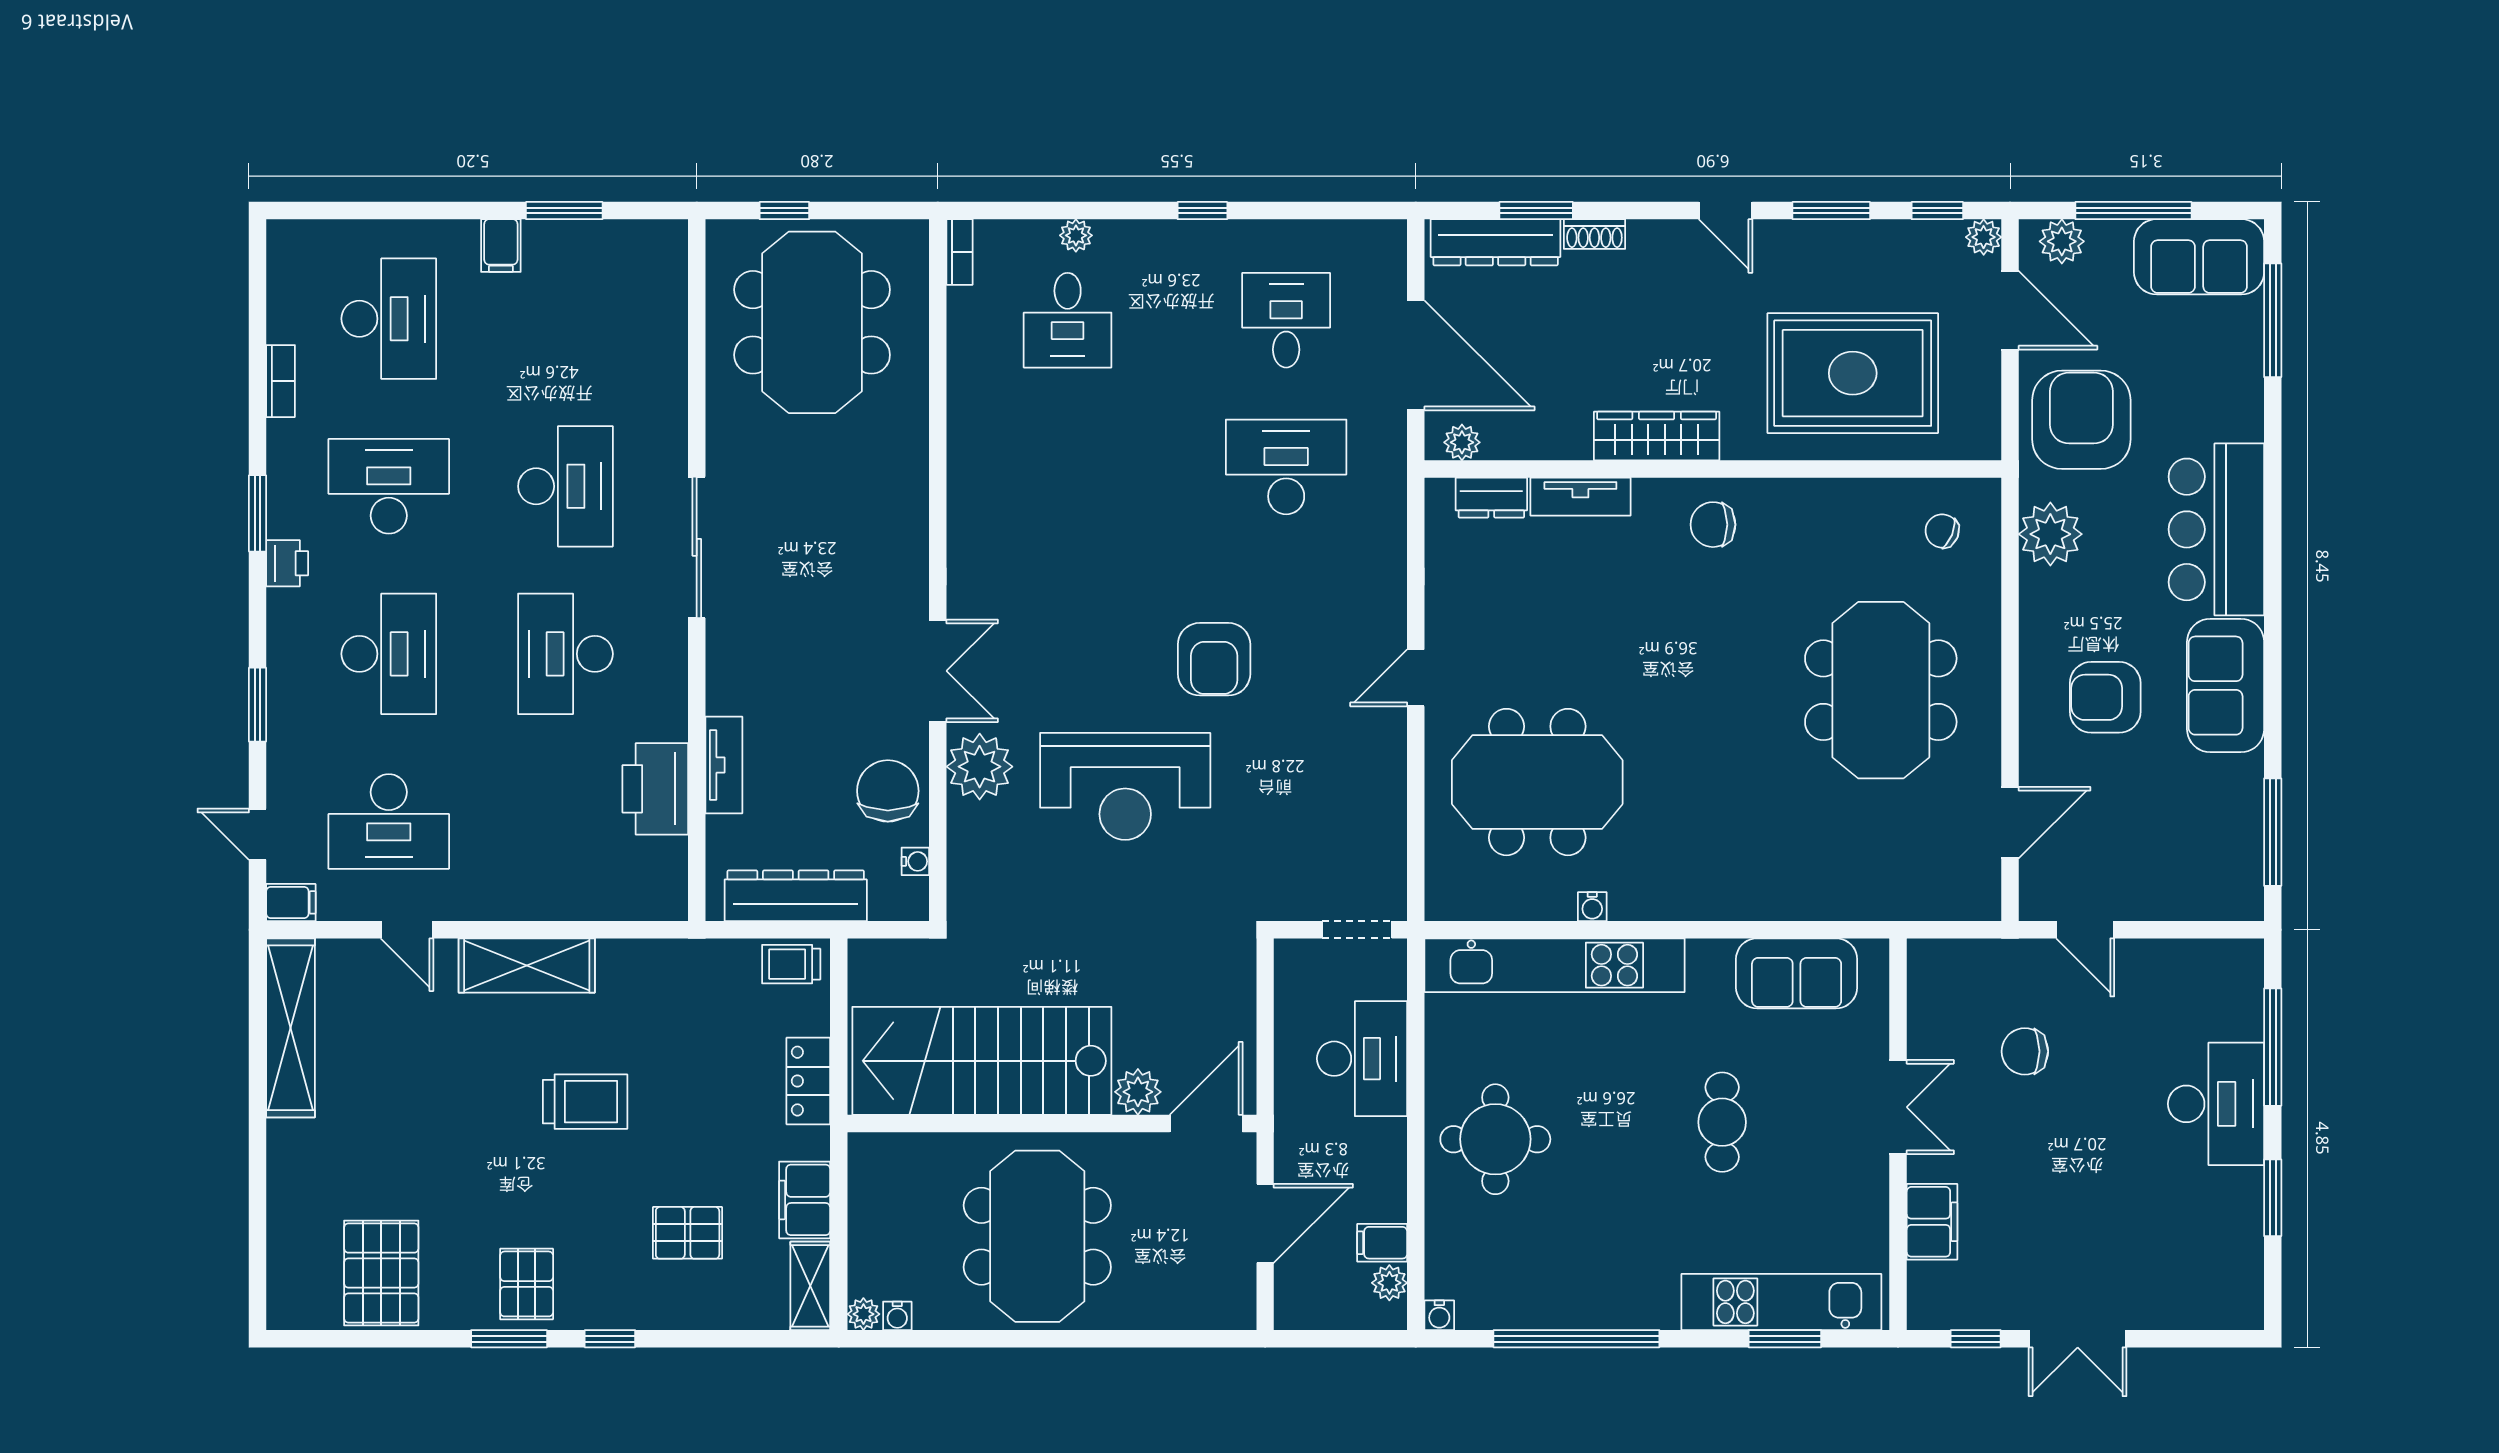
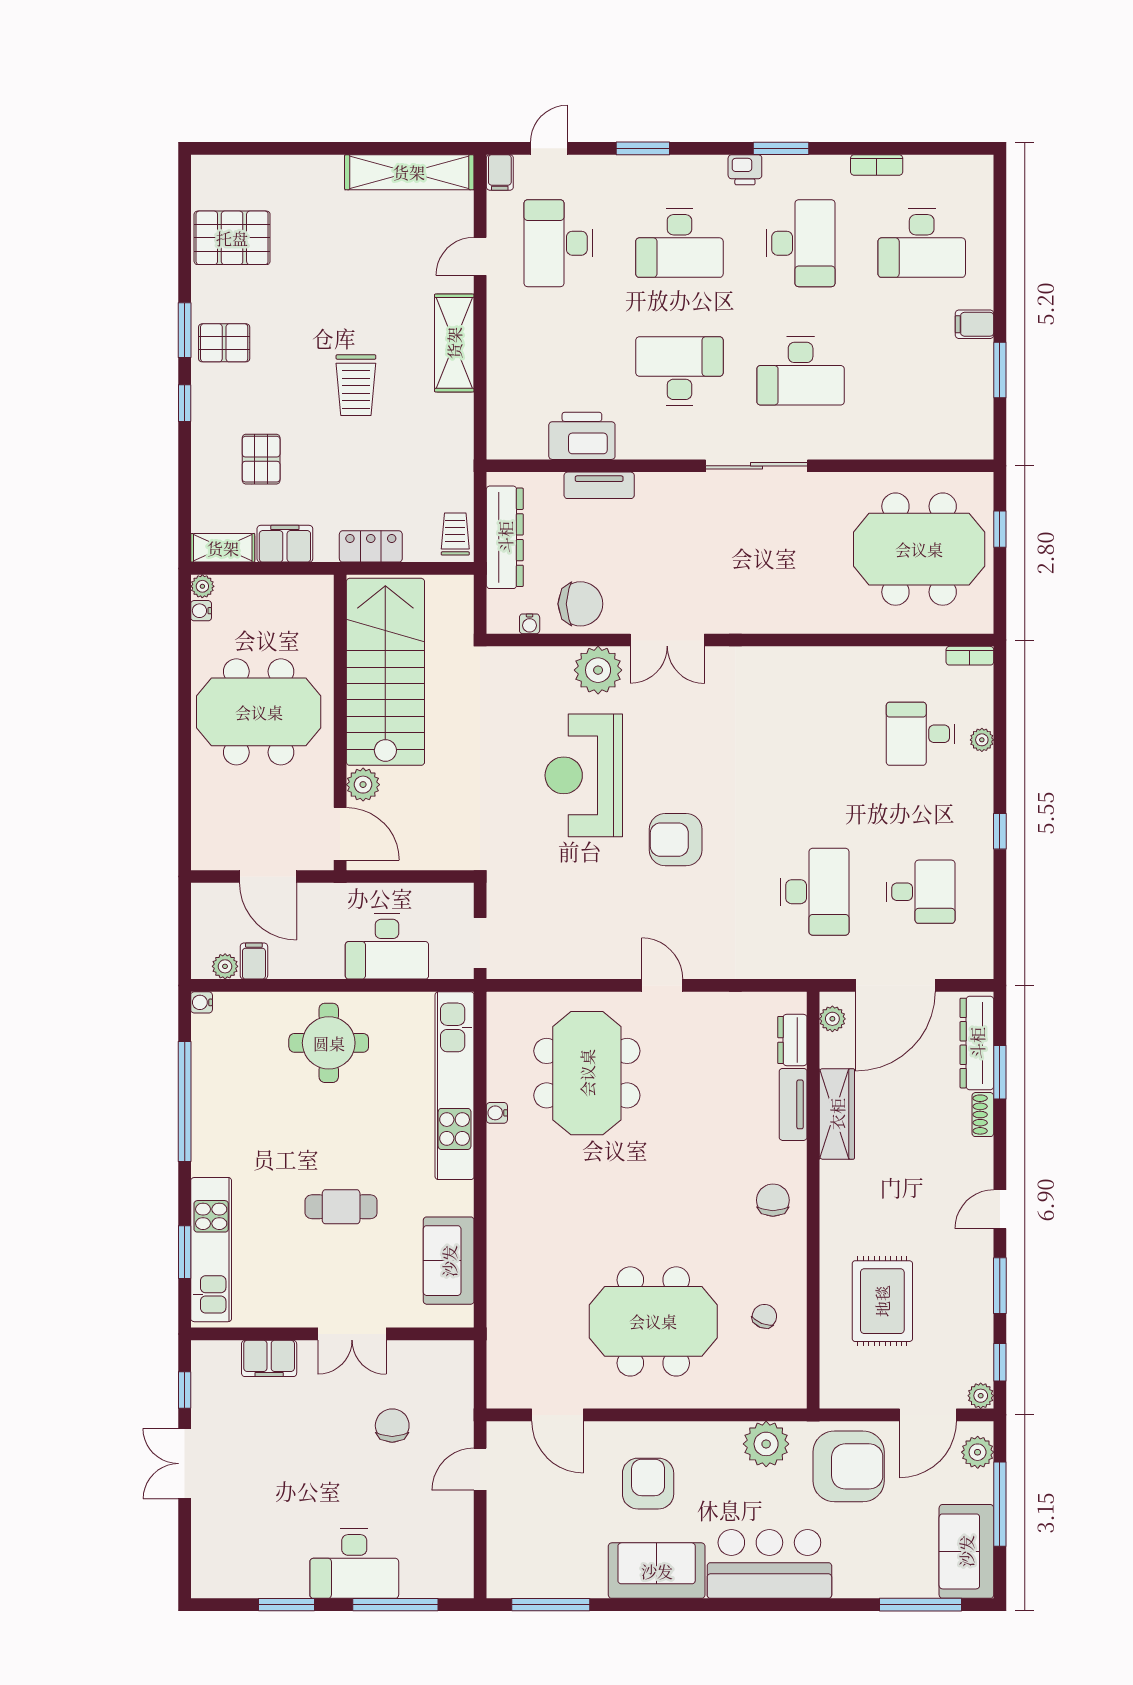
rug: (1853, 373) -> (882, 1301), width x0.73, depth x0.69
wardrobe: (1657, 436) -> (837, 1114), moved
chair: (1942, 531) -> (764, 1316), moved

